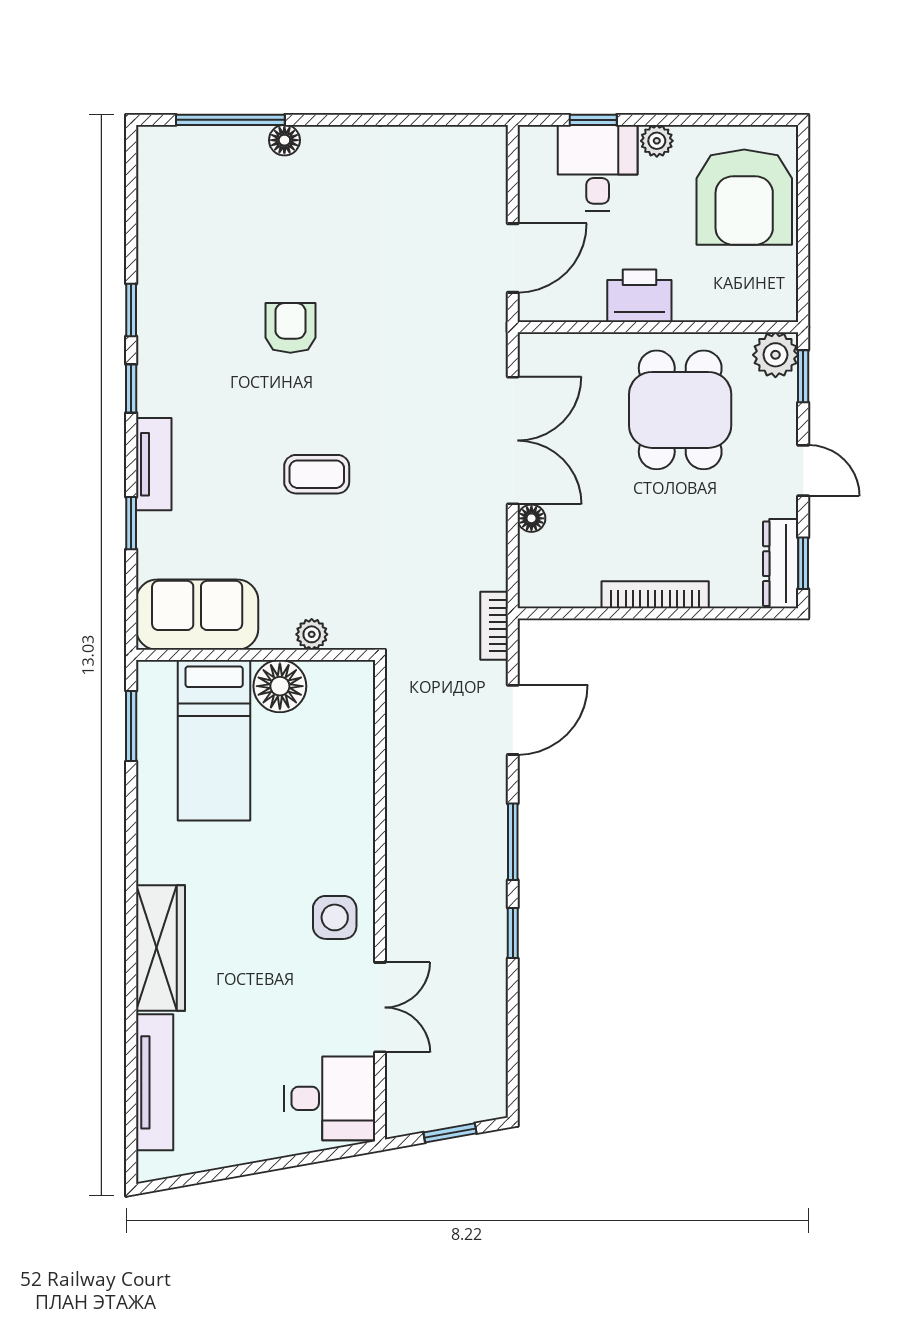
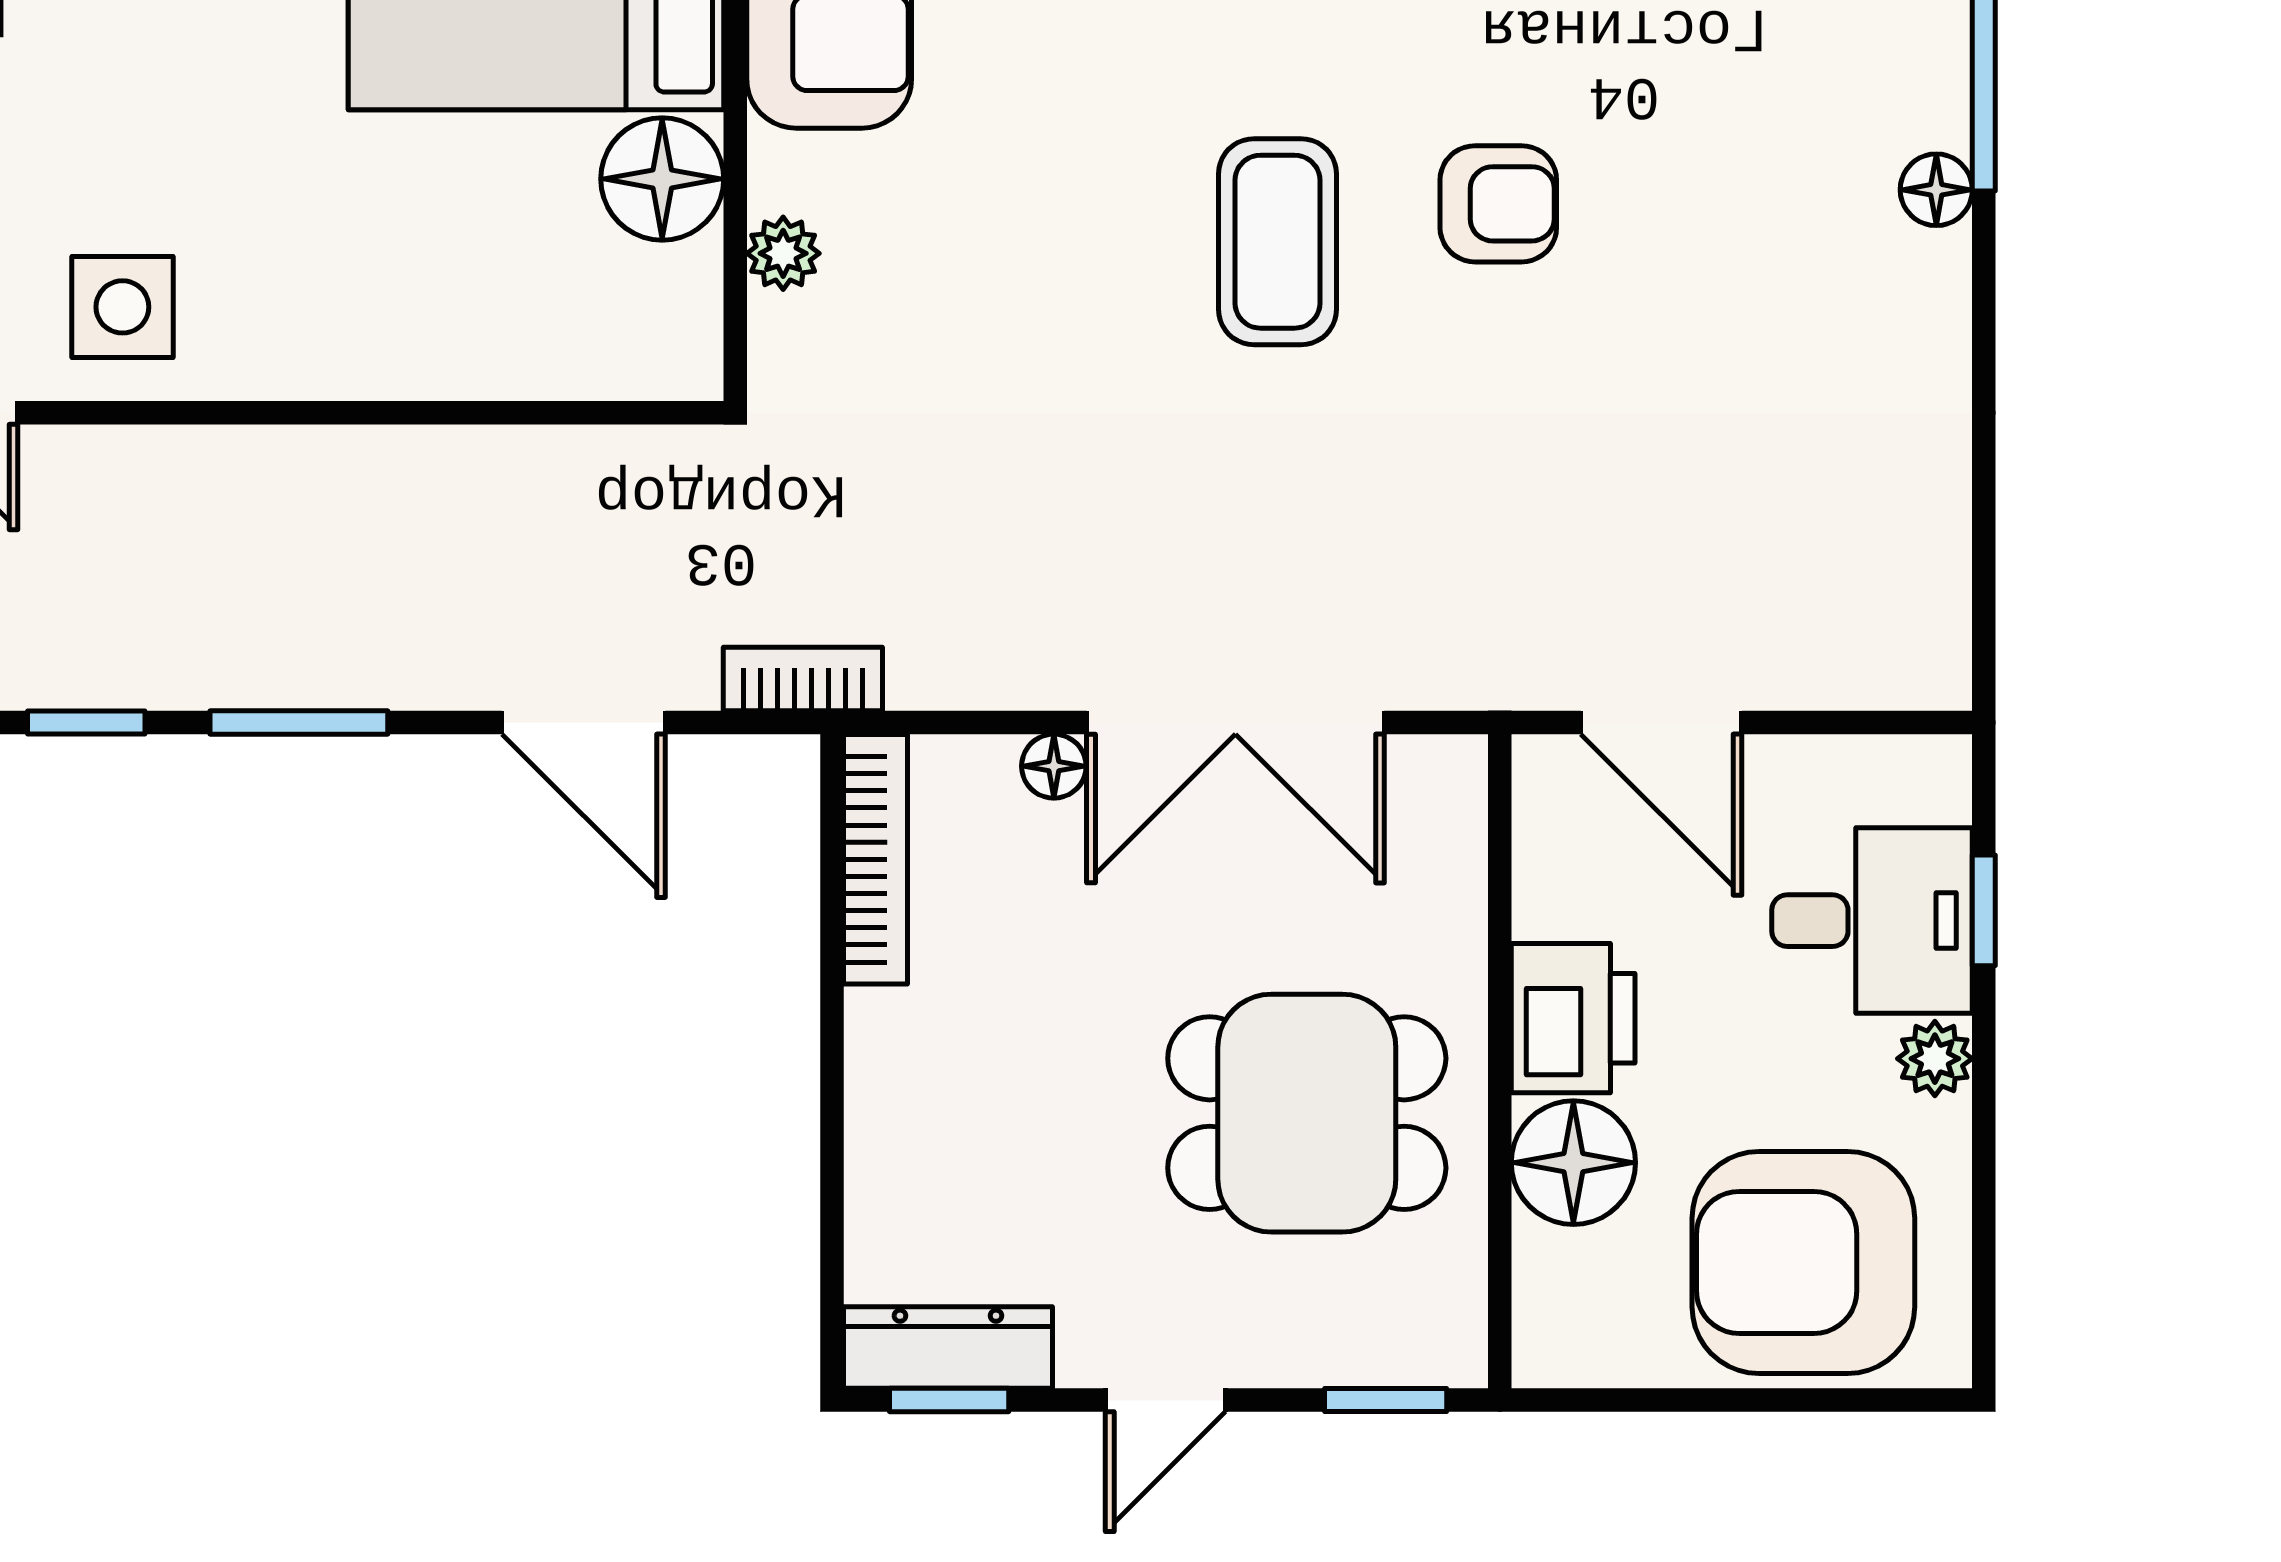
floor lamp: (701, 296) -> (1573, 1163), added
plant: (775, 355) -> (1435, 1336), removed
coffee table: (317, 474) -> (1278, 242), moved, width x1.36, depth x1.30
bookcase: (655, 595) -> (876, 859), moved

